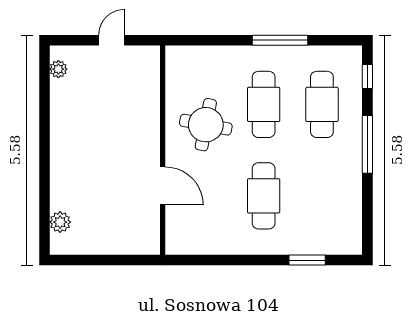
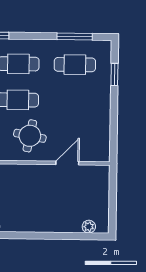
window: (367, 144) -> (75, 37), moved
cafe table: (264, 196) -> (75, 65), moved

